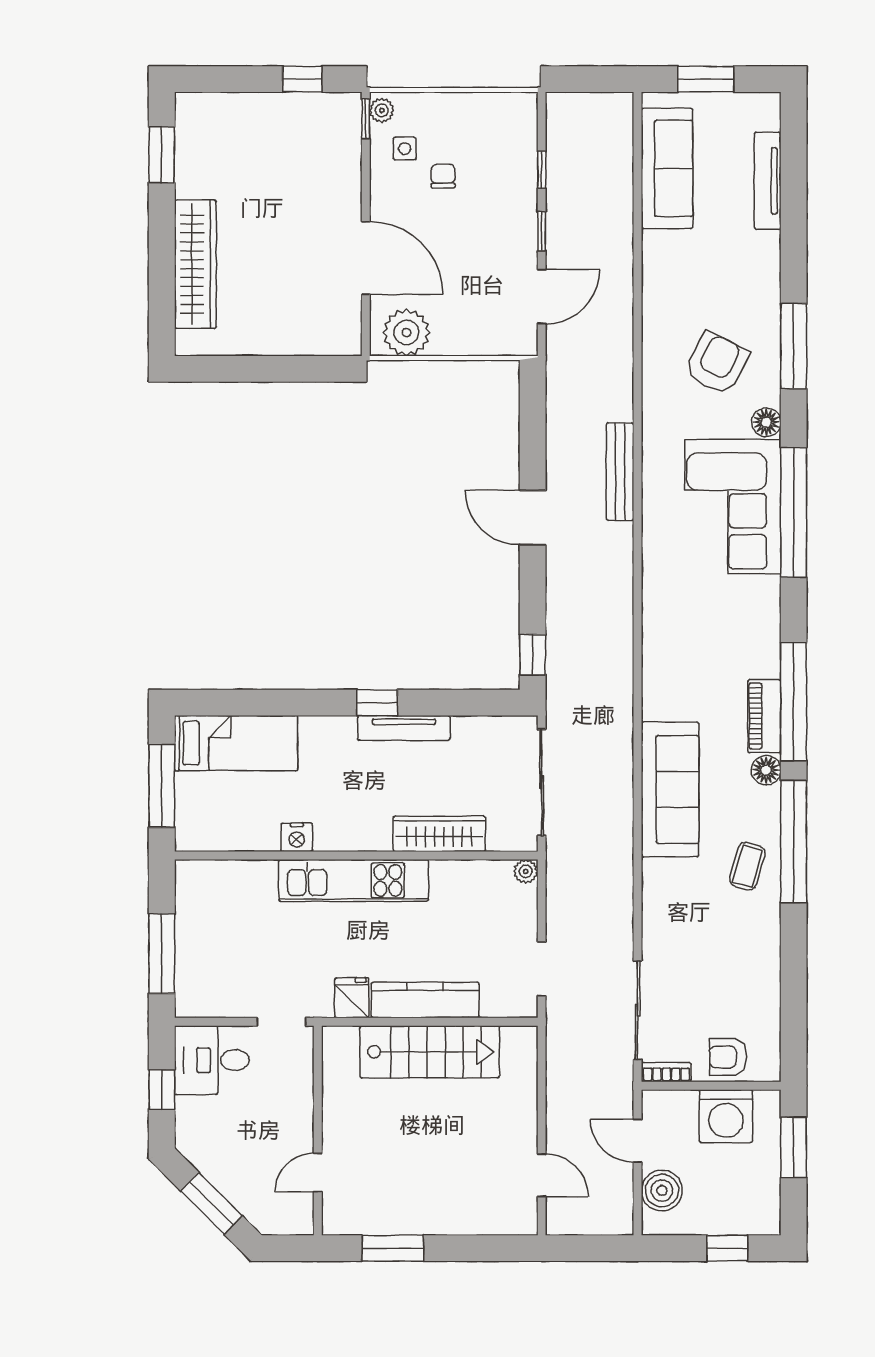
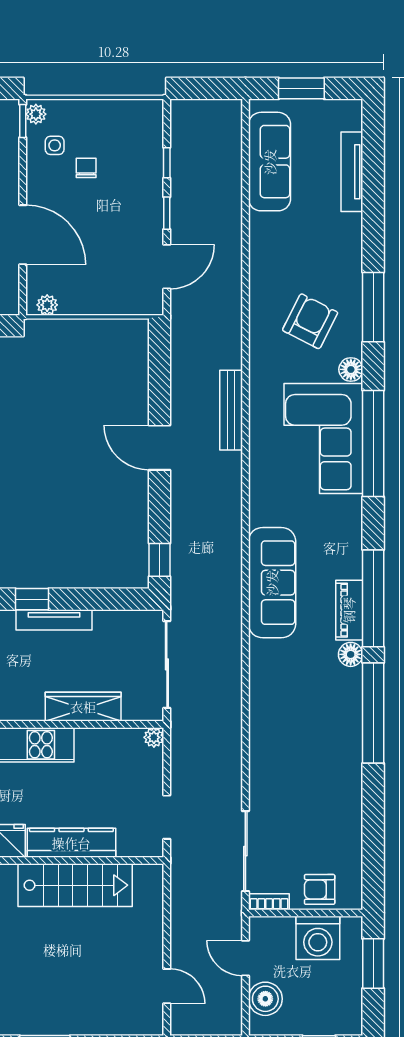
plant: (406, 332) -> (47, 305), width x0.53, depth x0.53
sofa: (670, 789) -> (272, 583), moved
coffee table: (747, 866) -> (335, 733), removed

